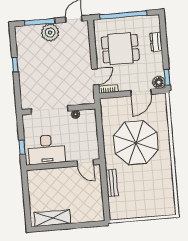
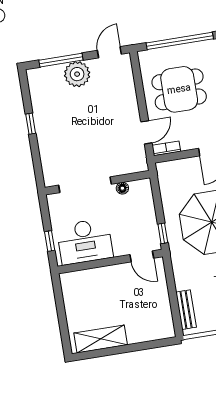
window: (101, 148) -> (163, 233), added
bench: (112, 183) -> (186, 310), moved

